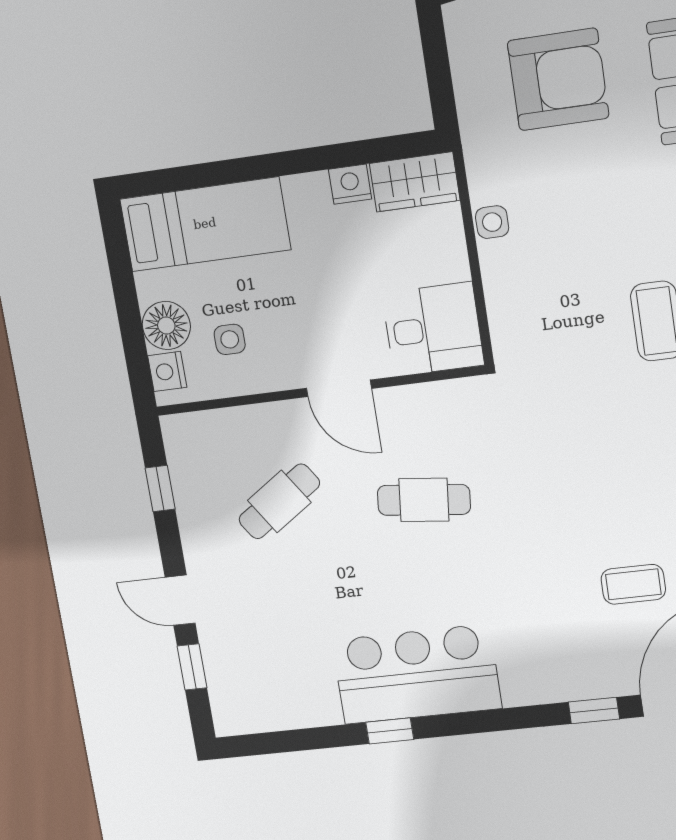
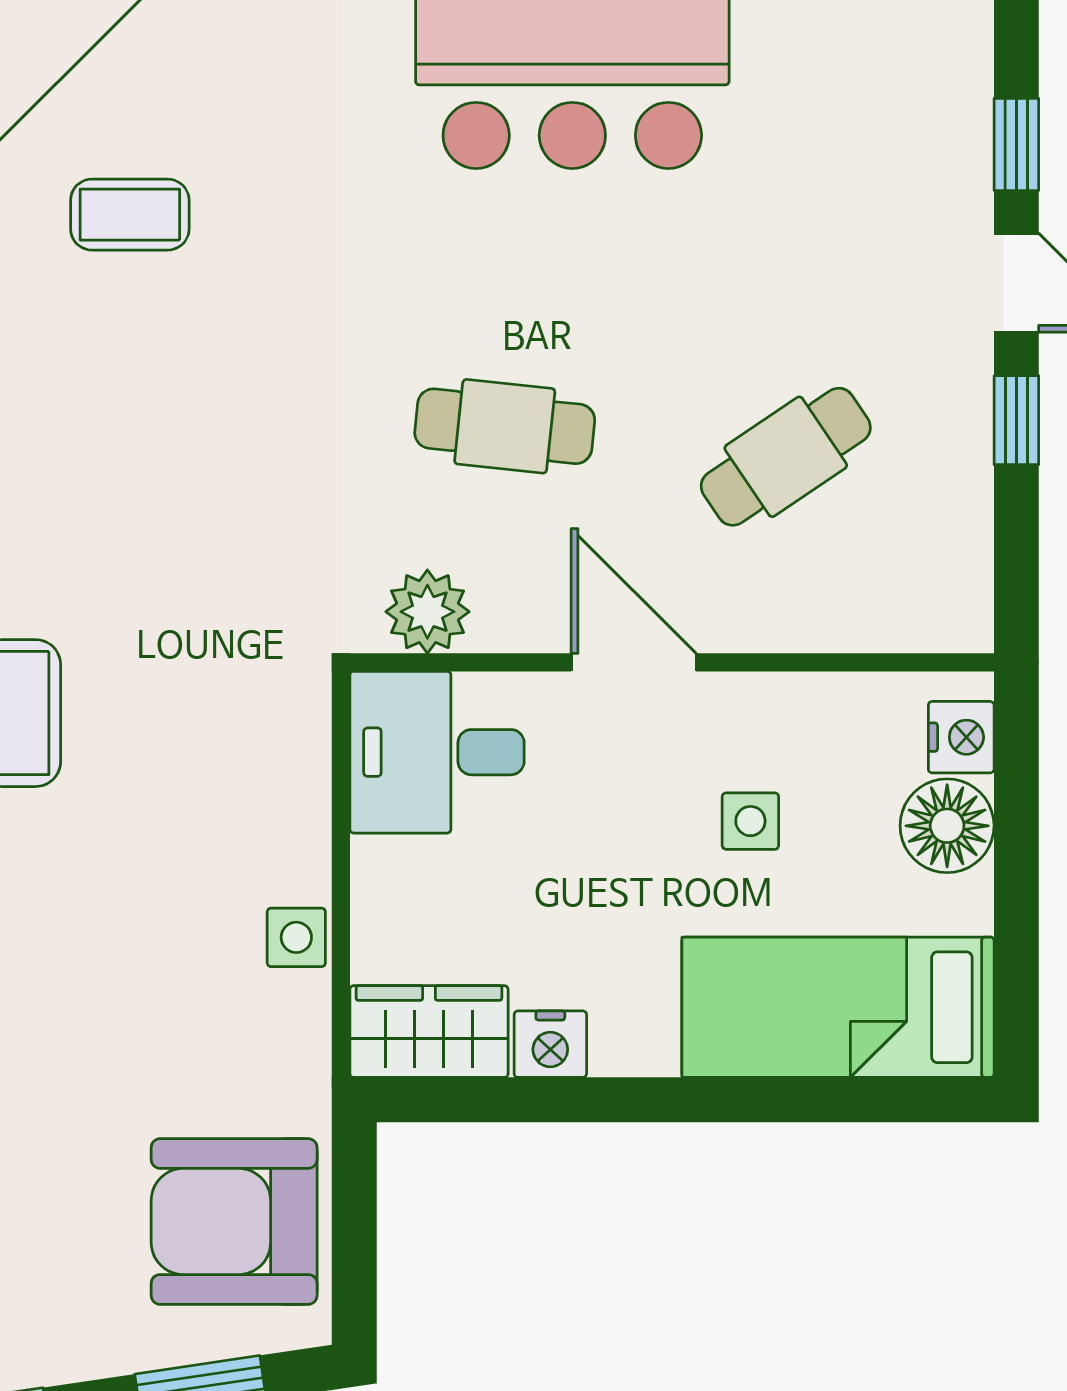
armchair: (558, 79) -> (234, 1221), moved
side table: (230, 339) -> (750, 821), moved
plant: (449, 401) -> (427, 612), added
window: (160, 489) -> (1016, 420), moved

